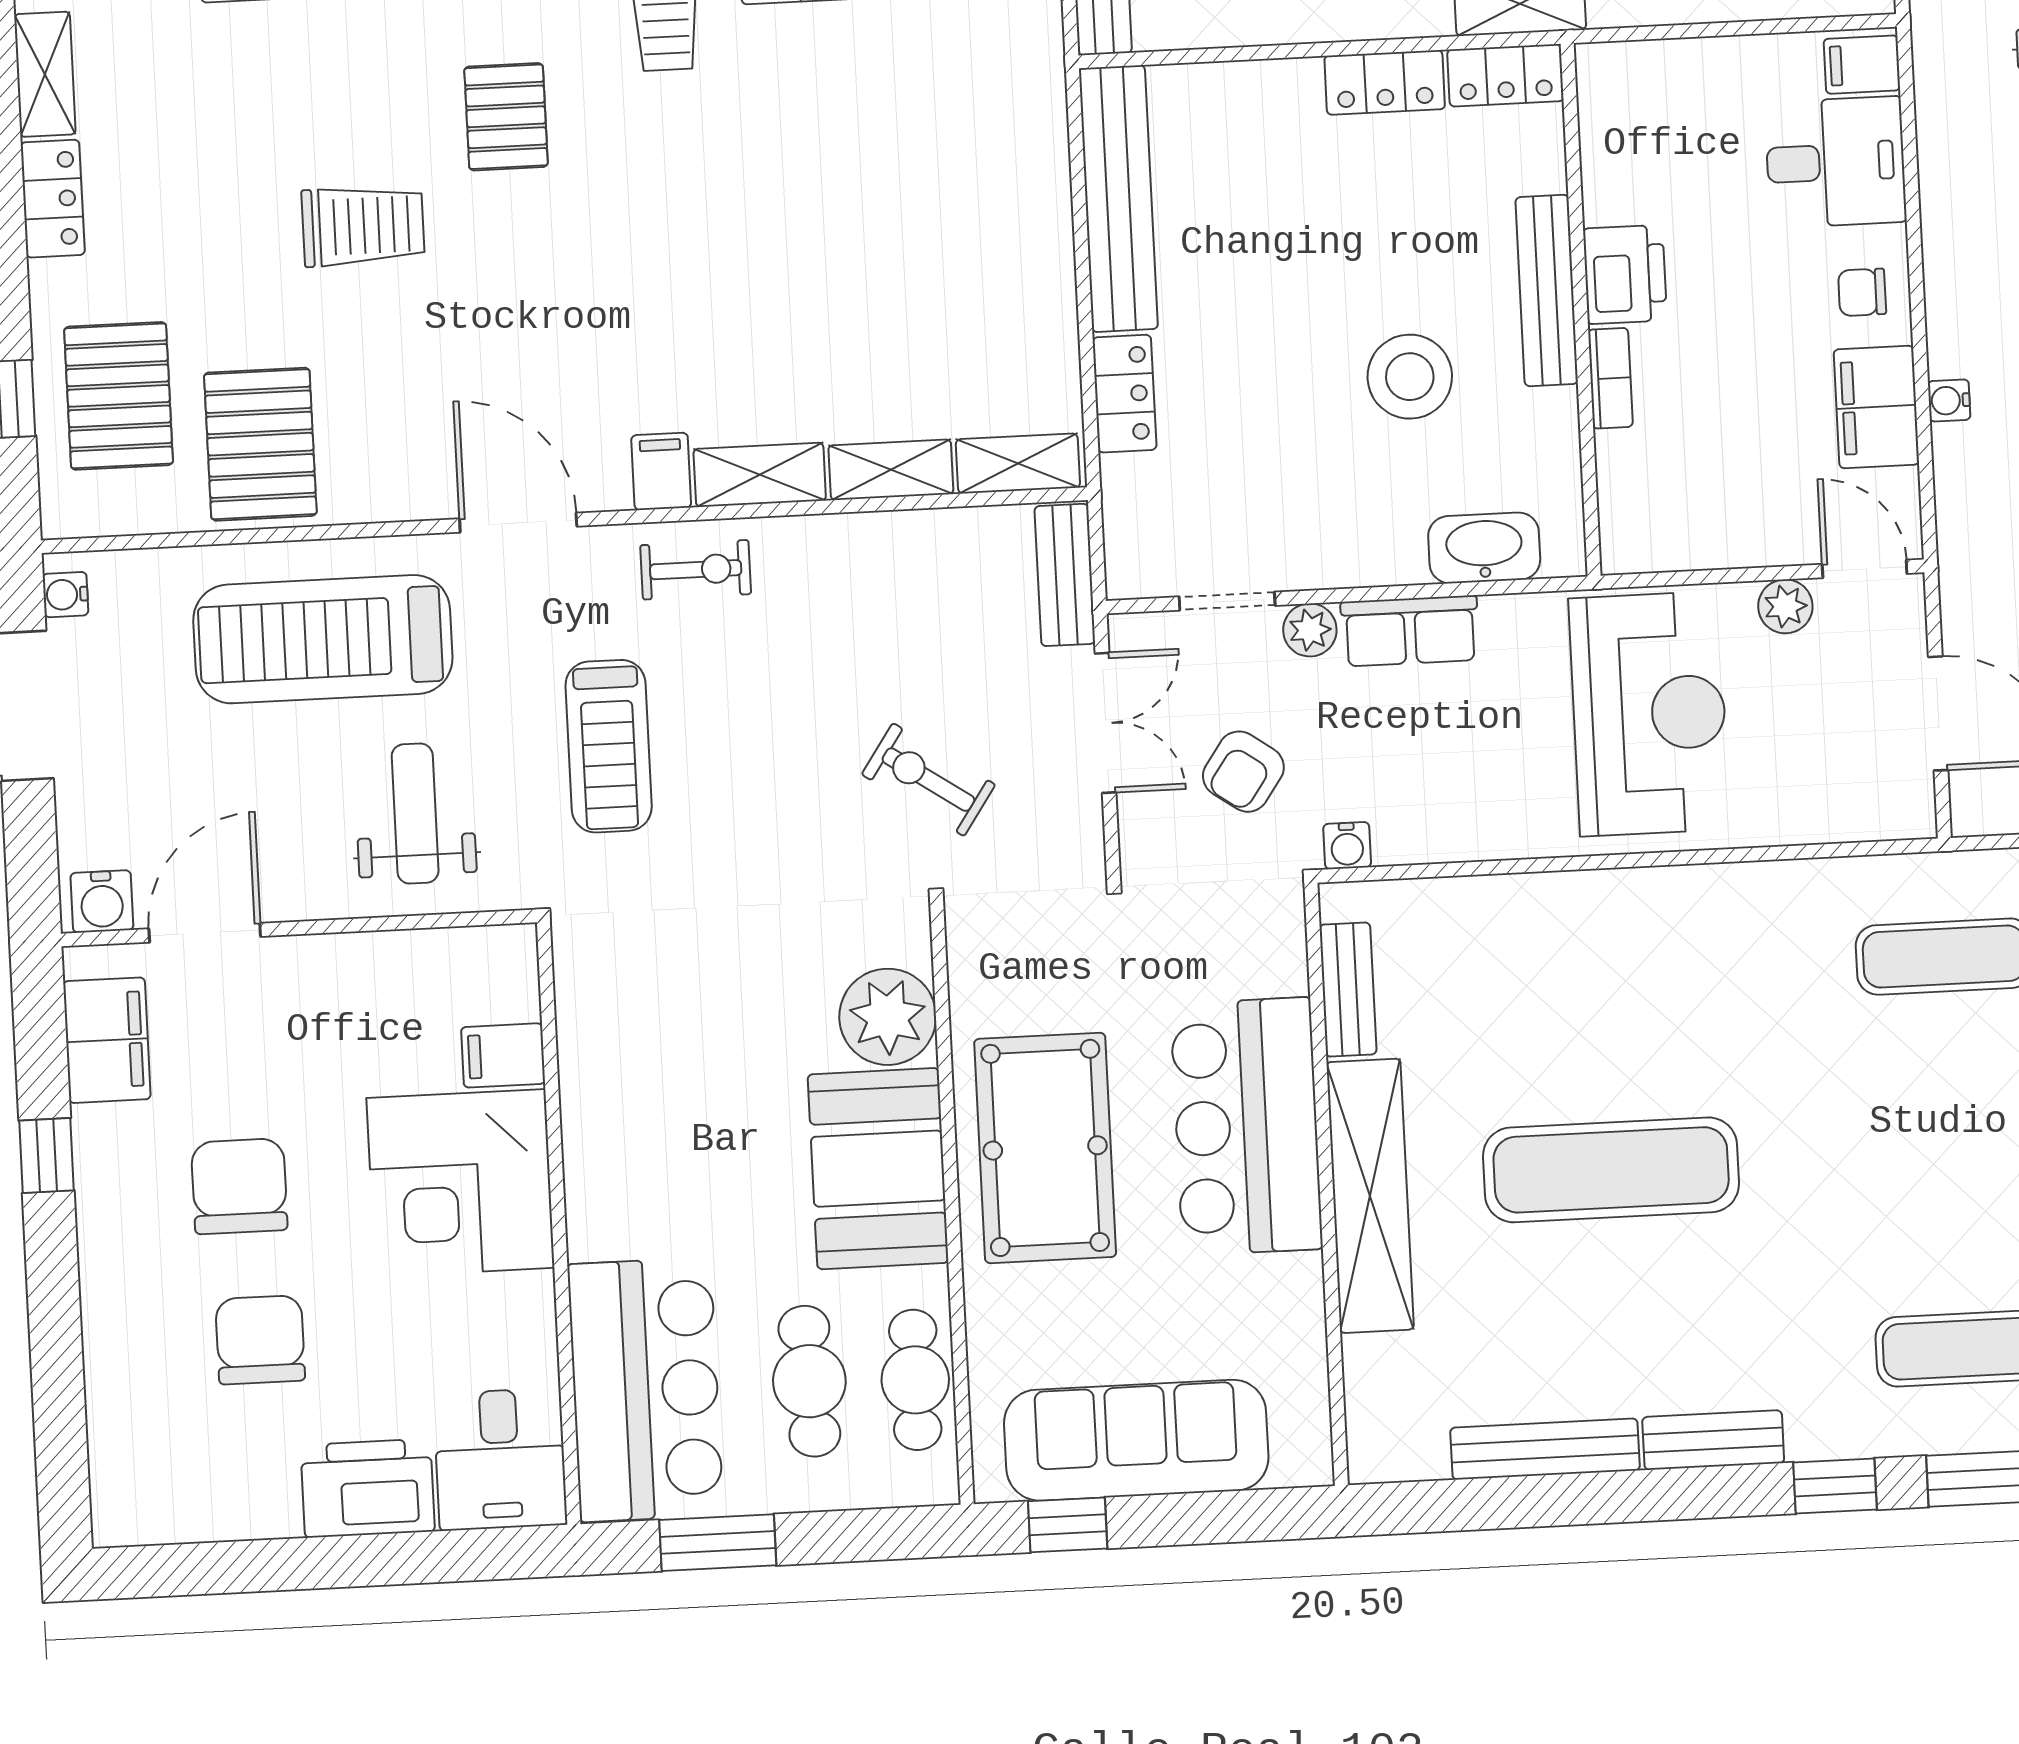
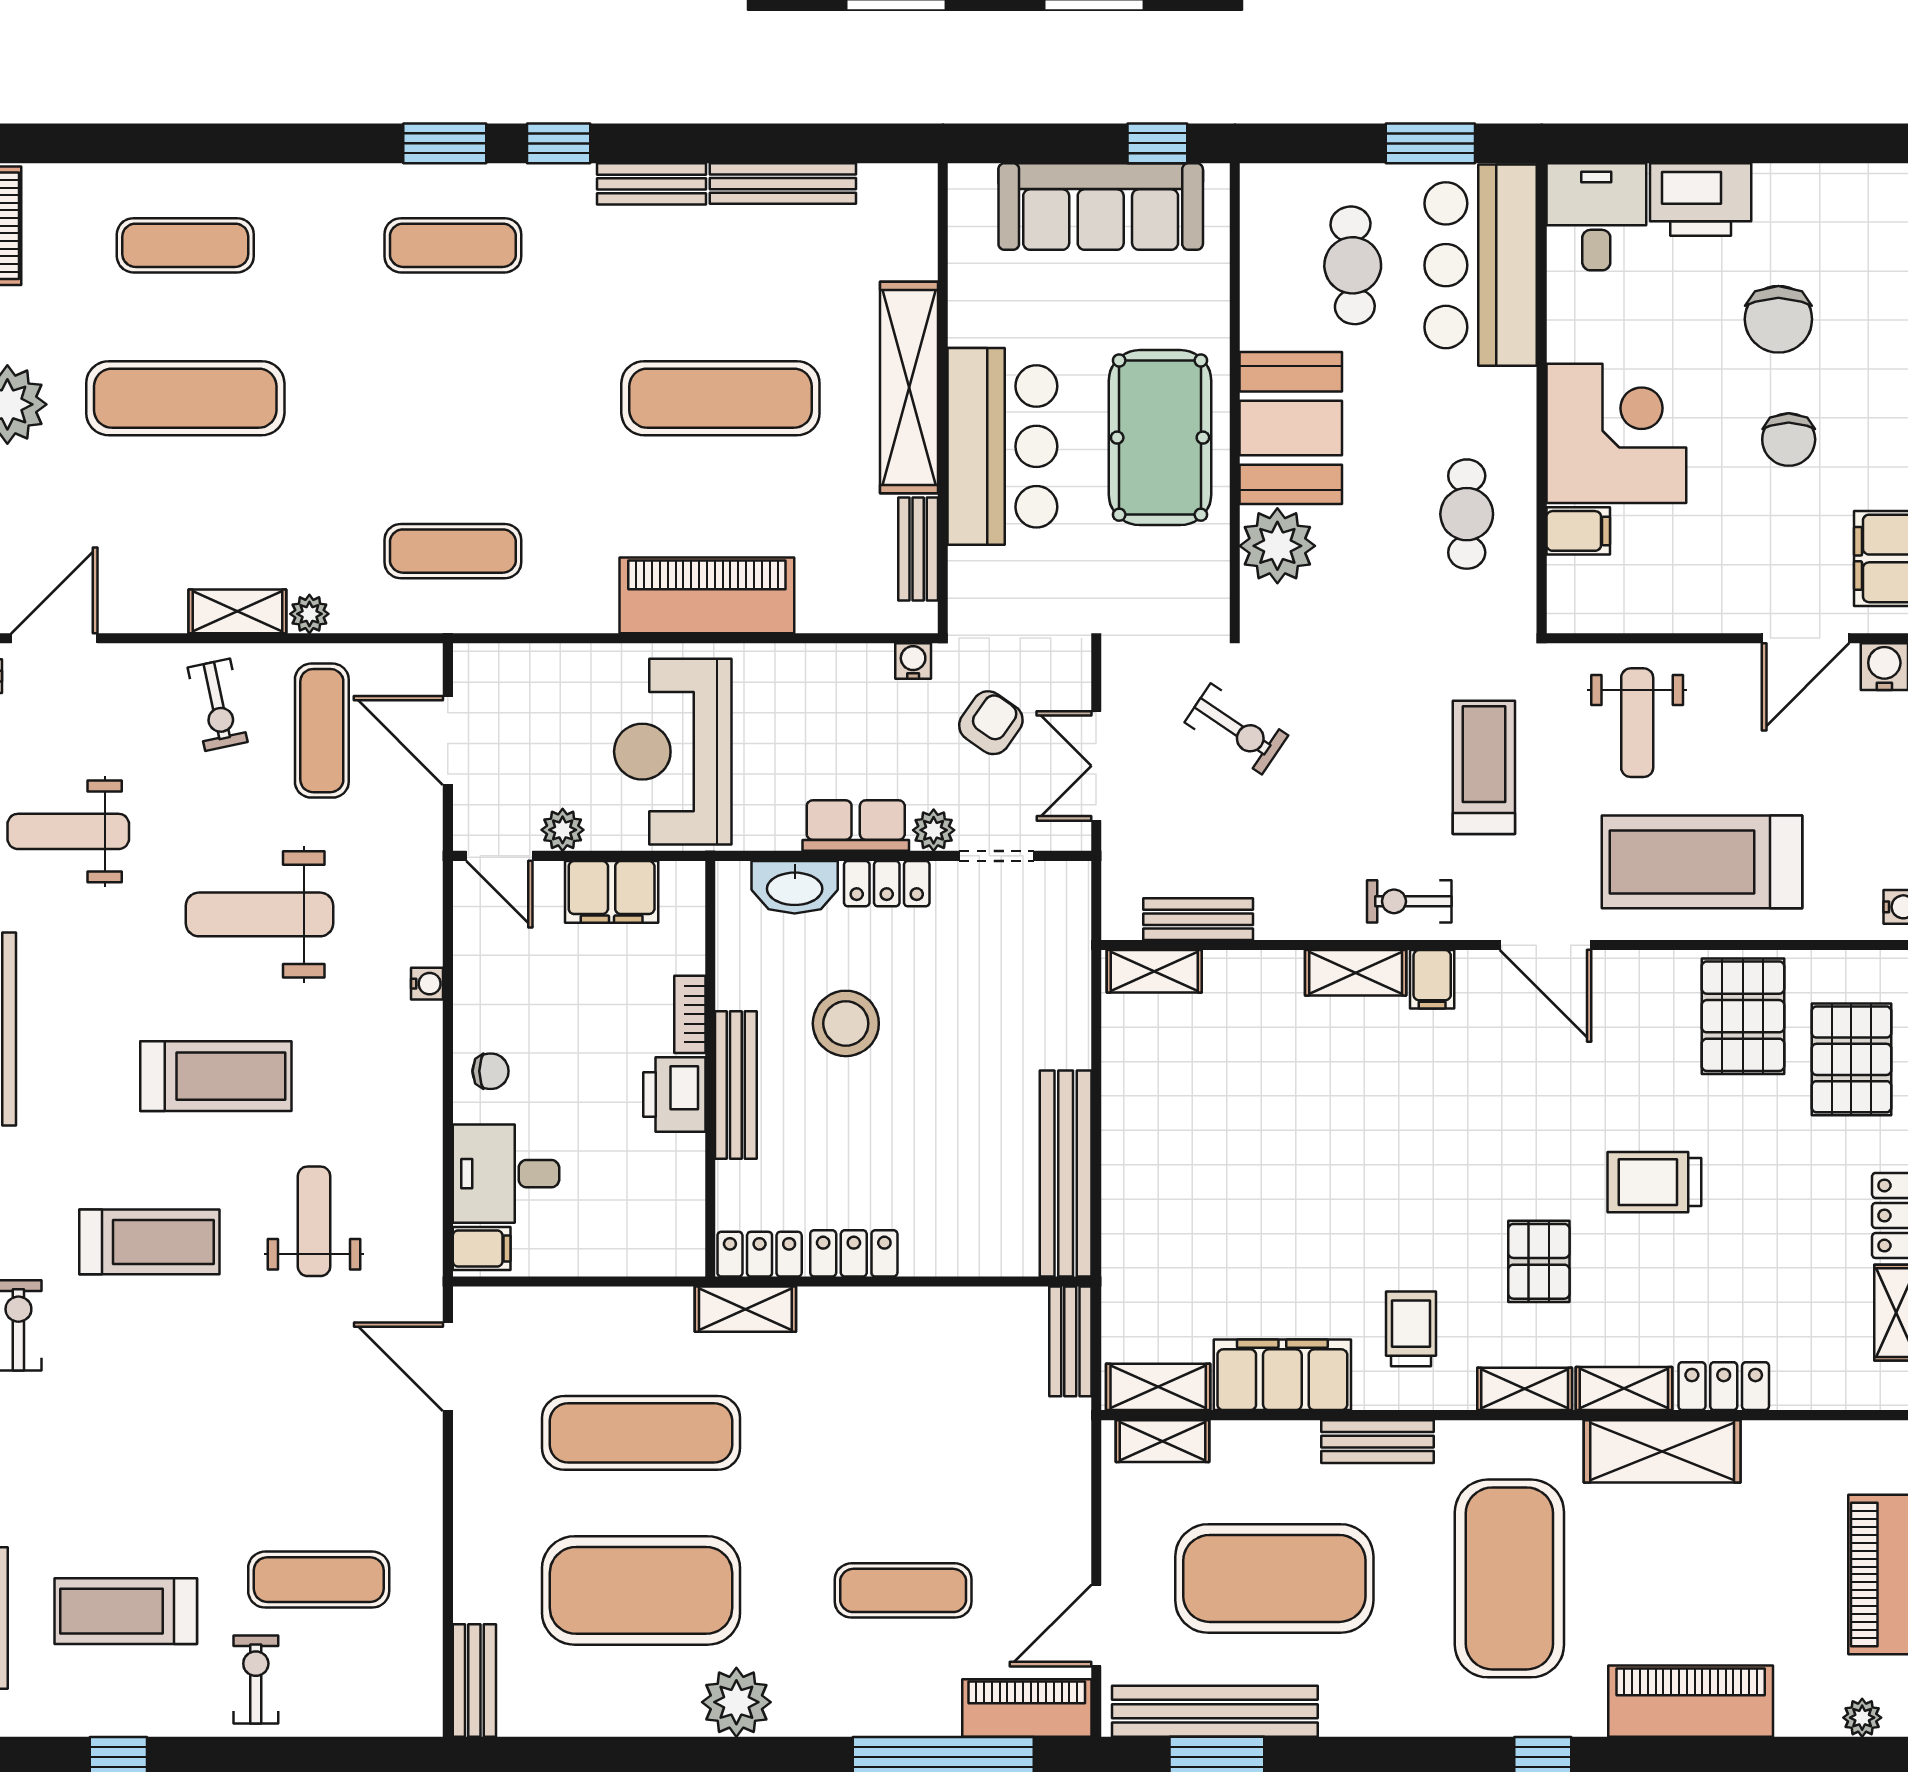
locker: (1124, 394) -> (887, 884), moved, turned -90
filing cabinet: (1876, 407) -> (612, 892), moved, turned 90
shelving: (891, 470) -> (1253, 971), removed
bench: (1065, 575) -> (1198, 919), moved, turned 90
treadmill: (323, 639) -> (1702, 862), turned 180
piano: (1616, 916) -> (707, 595), added
chair: (239, 1186) -> (1789, 440), width x0.73, depth x0.73
cafe table: (915, 1380) -> (1467, 514), moved

